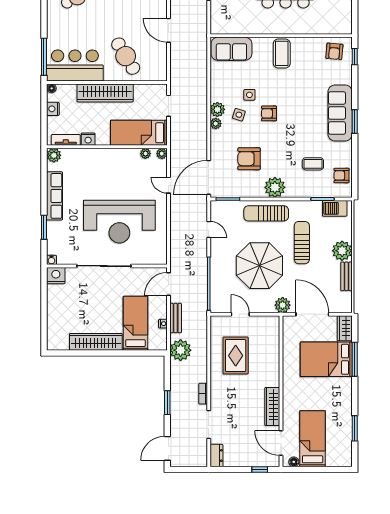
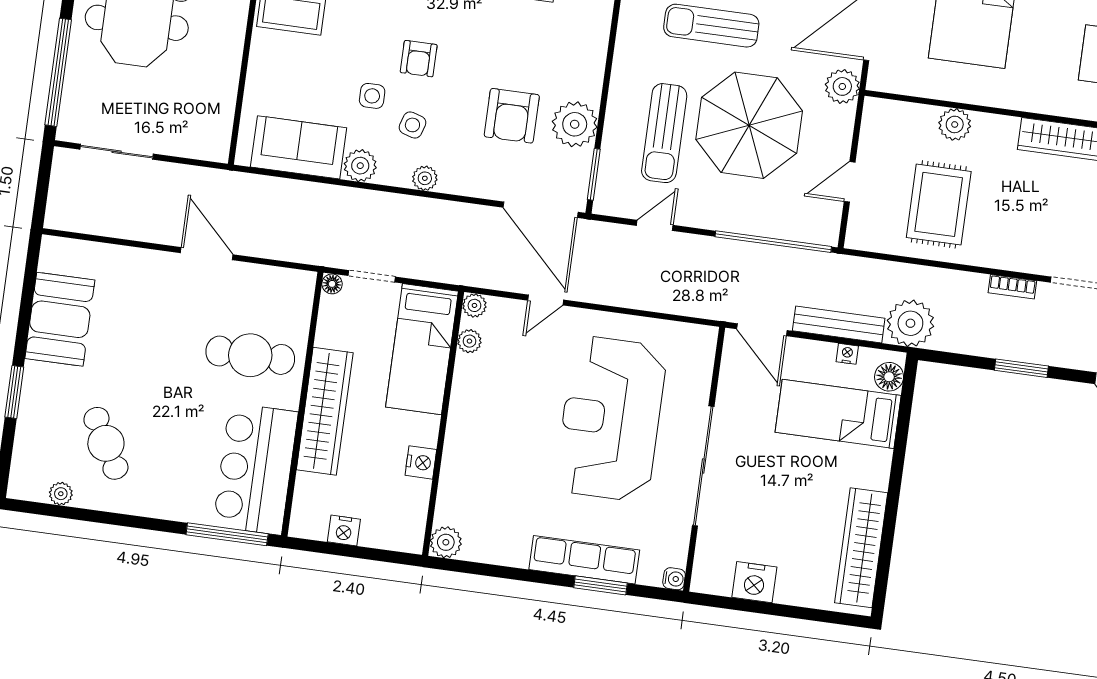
door: (169, 30) -> (207, 254), swing flipped
sofa: (231, 49) -> (299, 147), moved, turned -90
cafe table: (126, 56) -> (250, 355), turned 31
floor lamp: (52, 88) -> (332, 284), moved
plant: (217, 109) -> (360, 166), moved
tv unit: (66, 140) -> (416, 512), removed
plant: (275, 187) -> (575, 124), moved
row of seats: (55, 196) -> (584, 560), moved
sun lounger: (266, 213) -> (664, 133), moved
reception desk: (119, 222) -> (611, 419), turned 180
nightstand: (56, 276) -> (754, 582), moved, turned -90
bench: (176, 318) -> (839, 325), width x1.36
wardrobe: (96, 342) -> (861, 548), moved
floor lamp: (155, 344) -> (889, 377), added
rug: (236, 356) -> (939, 204), turned 90
plant: (272, 358) -> (955, 124), added

